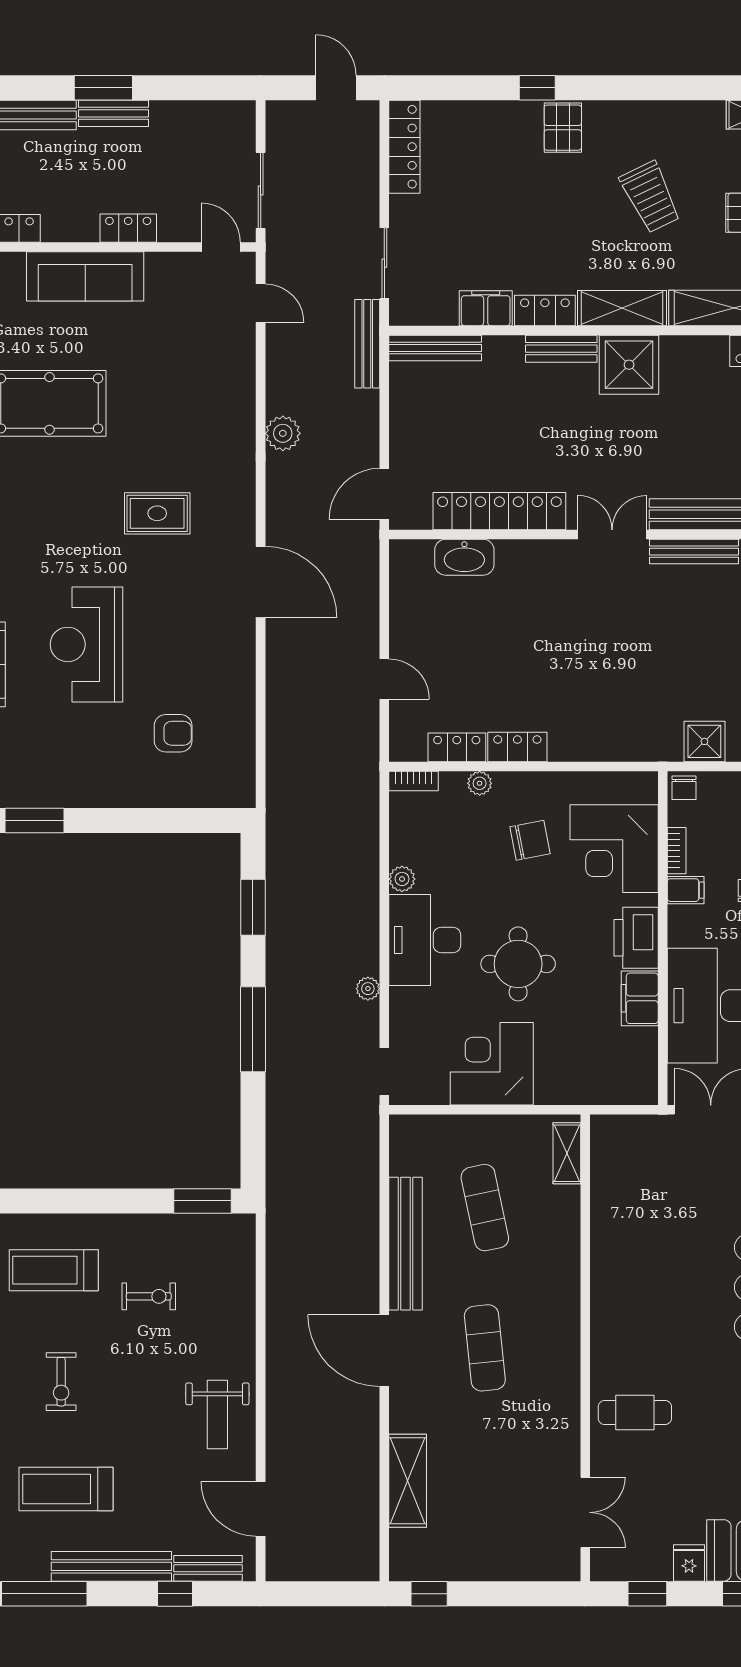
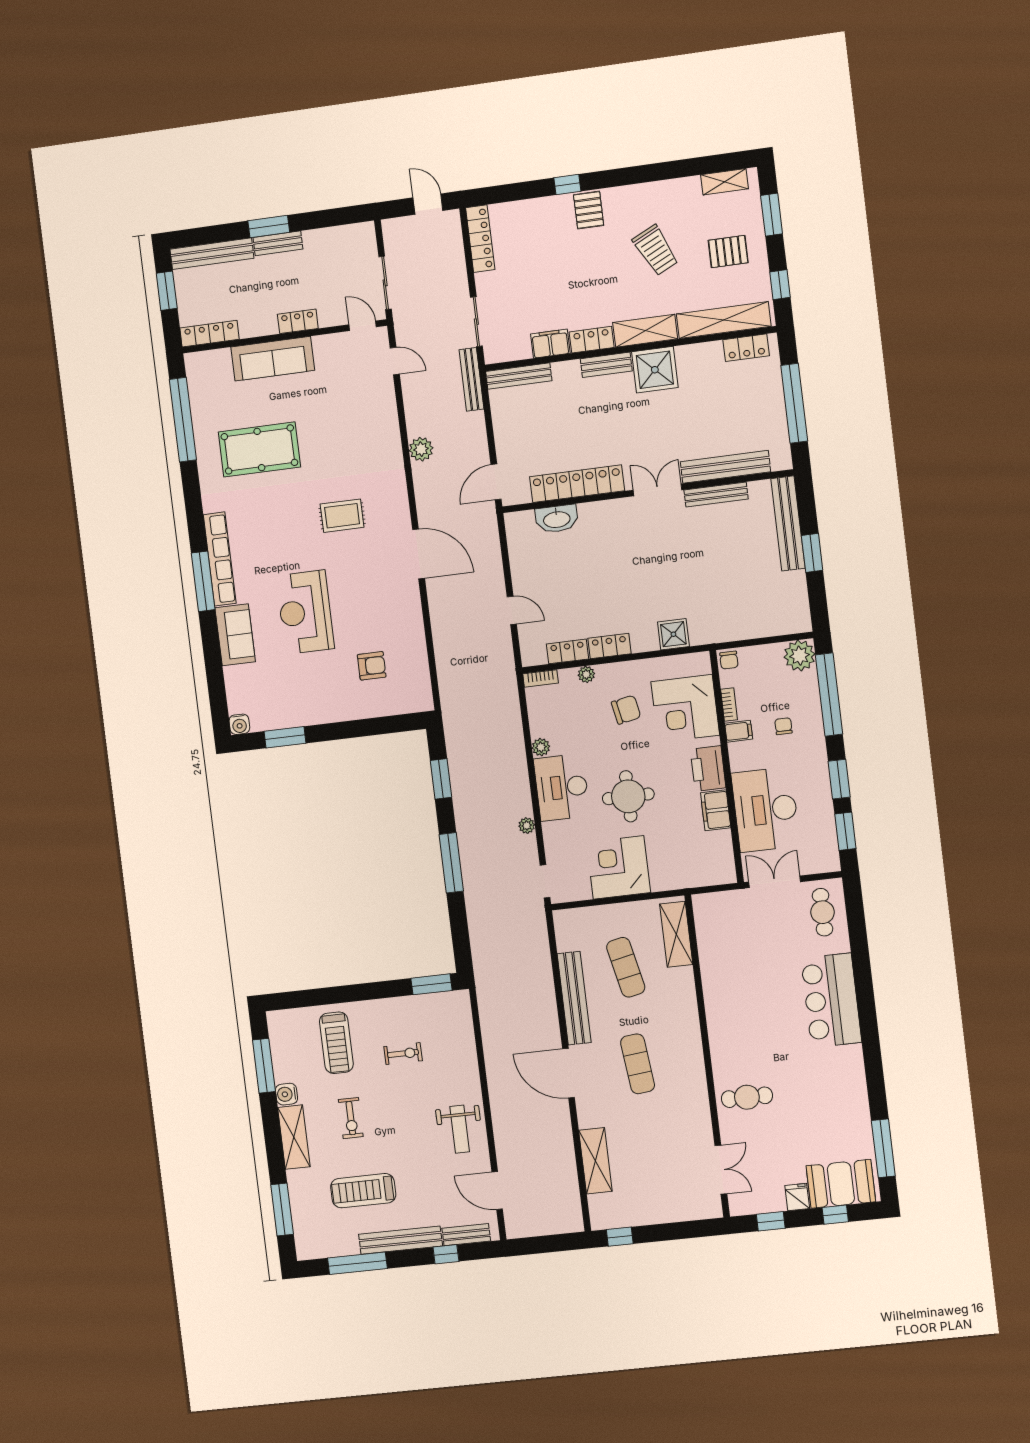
shower: (704, 741) -> (673, 634), moved
shelving: (567, 1153) -> (676, 934), width x1.50, depth x1.33
treadmill: (54, 1270) -> (336, 1043), turned -90

